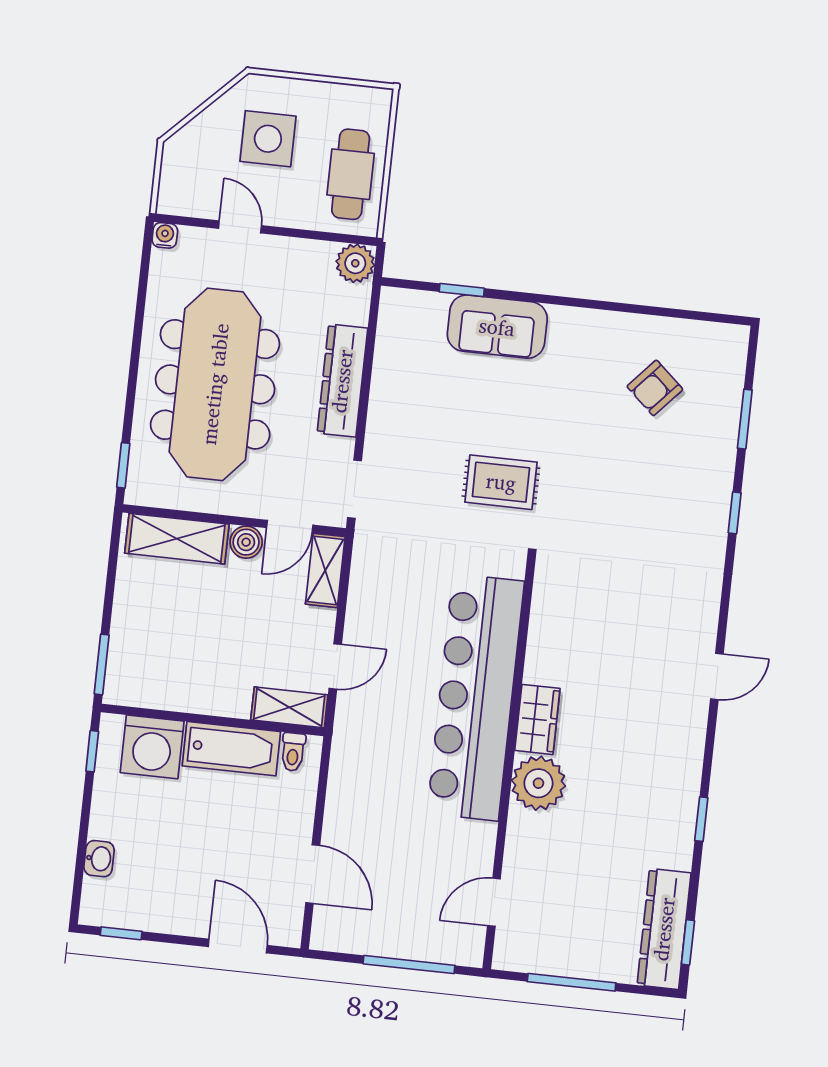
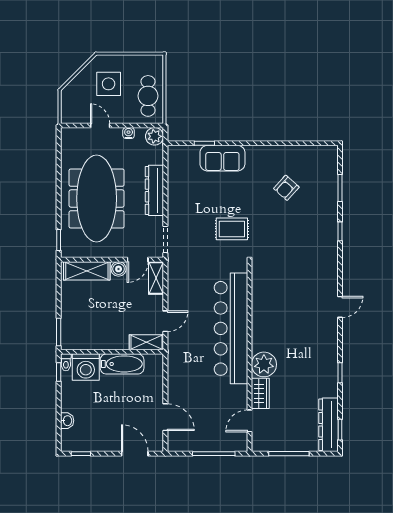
water cooler: (165, 235) -> (129, 133), moved
armchair: (655, 388) -> (286, 188), moved
wardrobe: (537, 719) -> (260, 393), moved
toilet: (293, 752) -> (66, 362), moved

